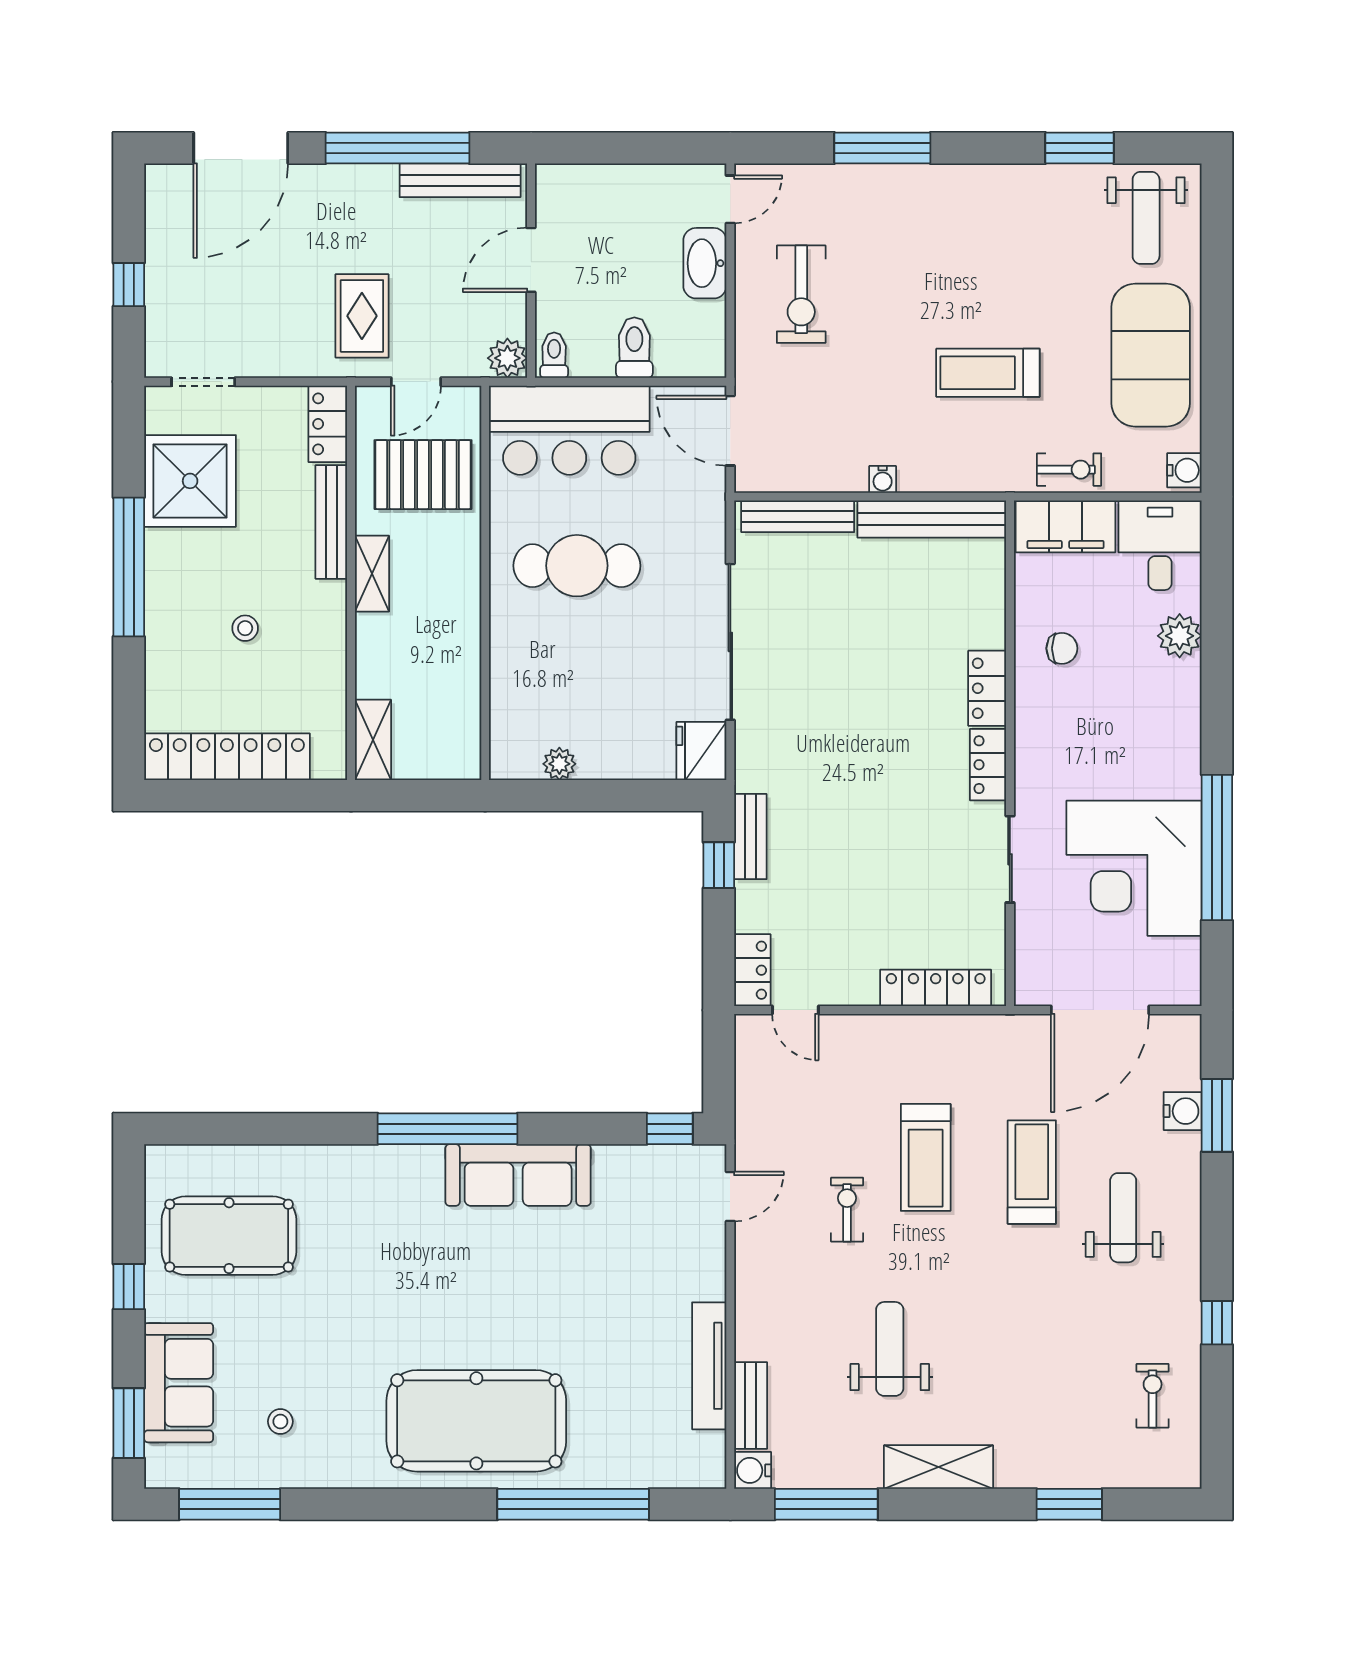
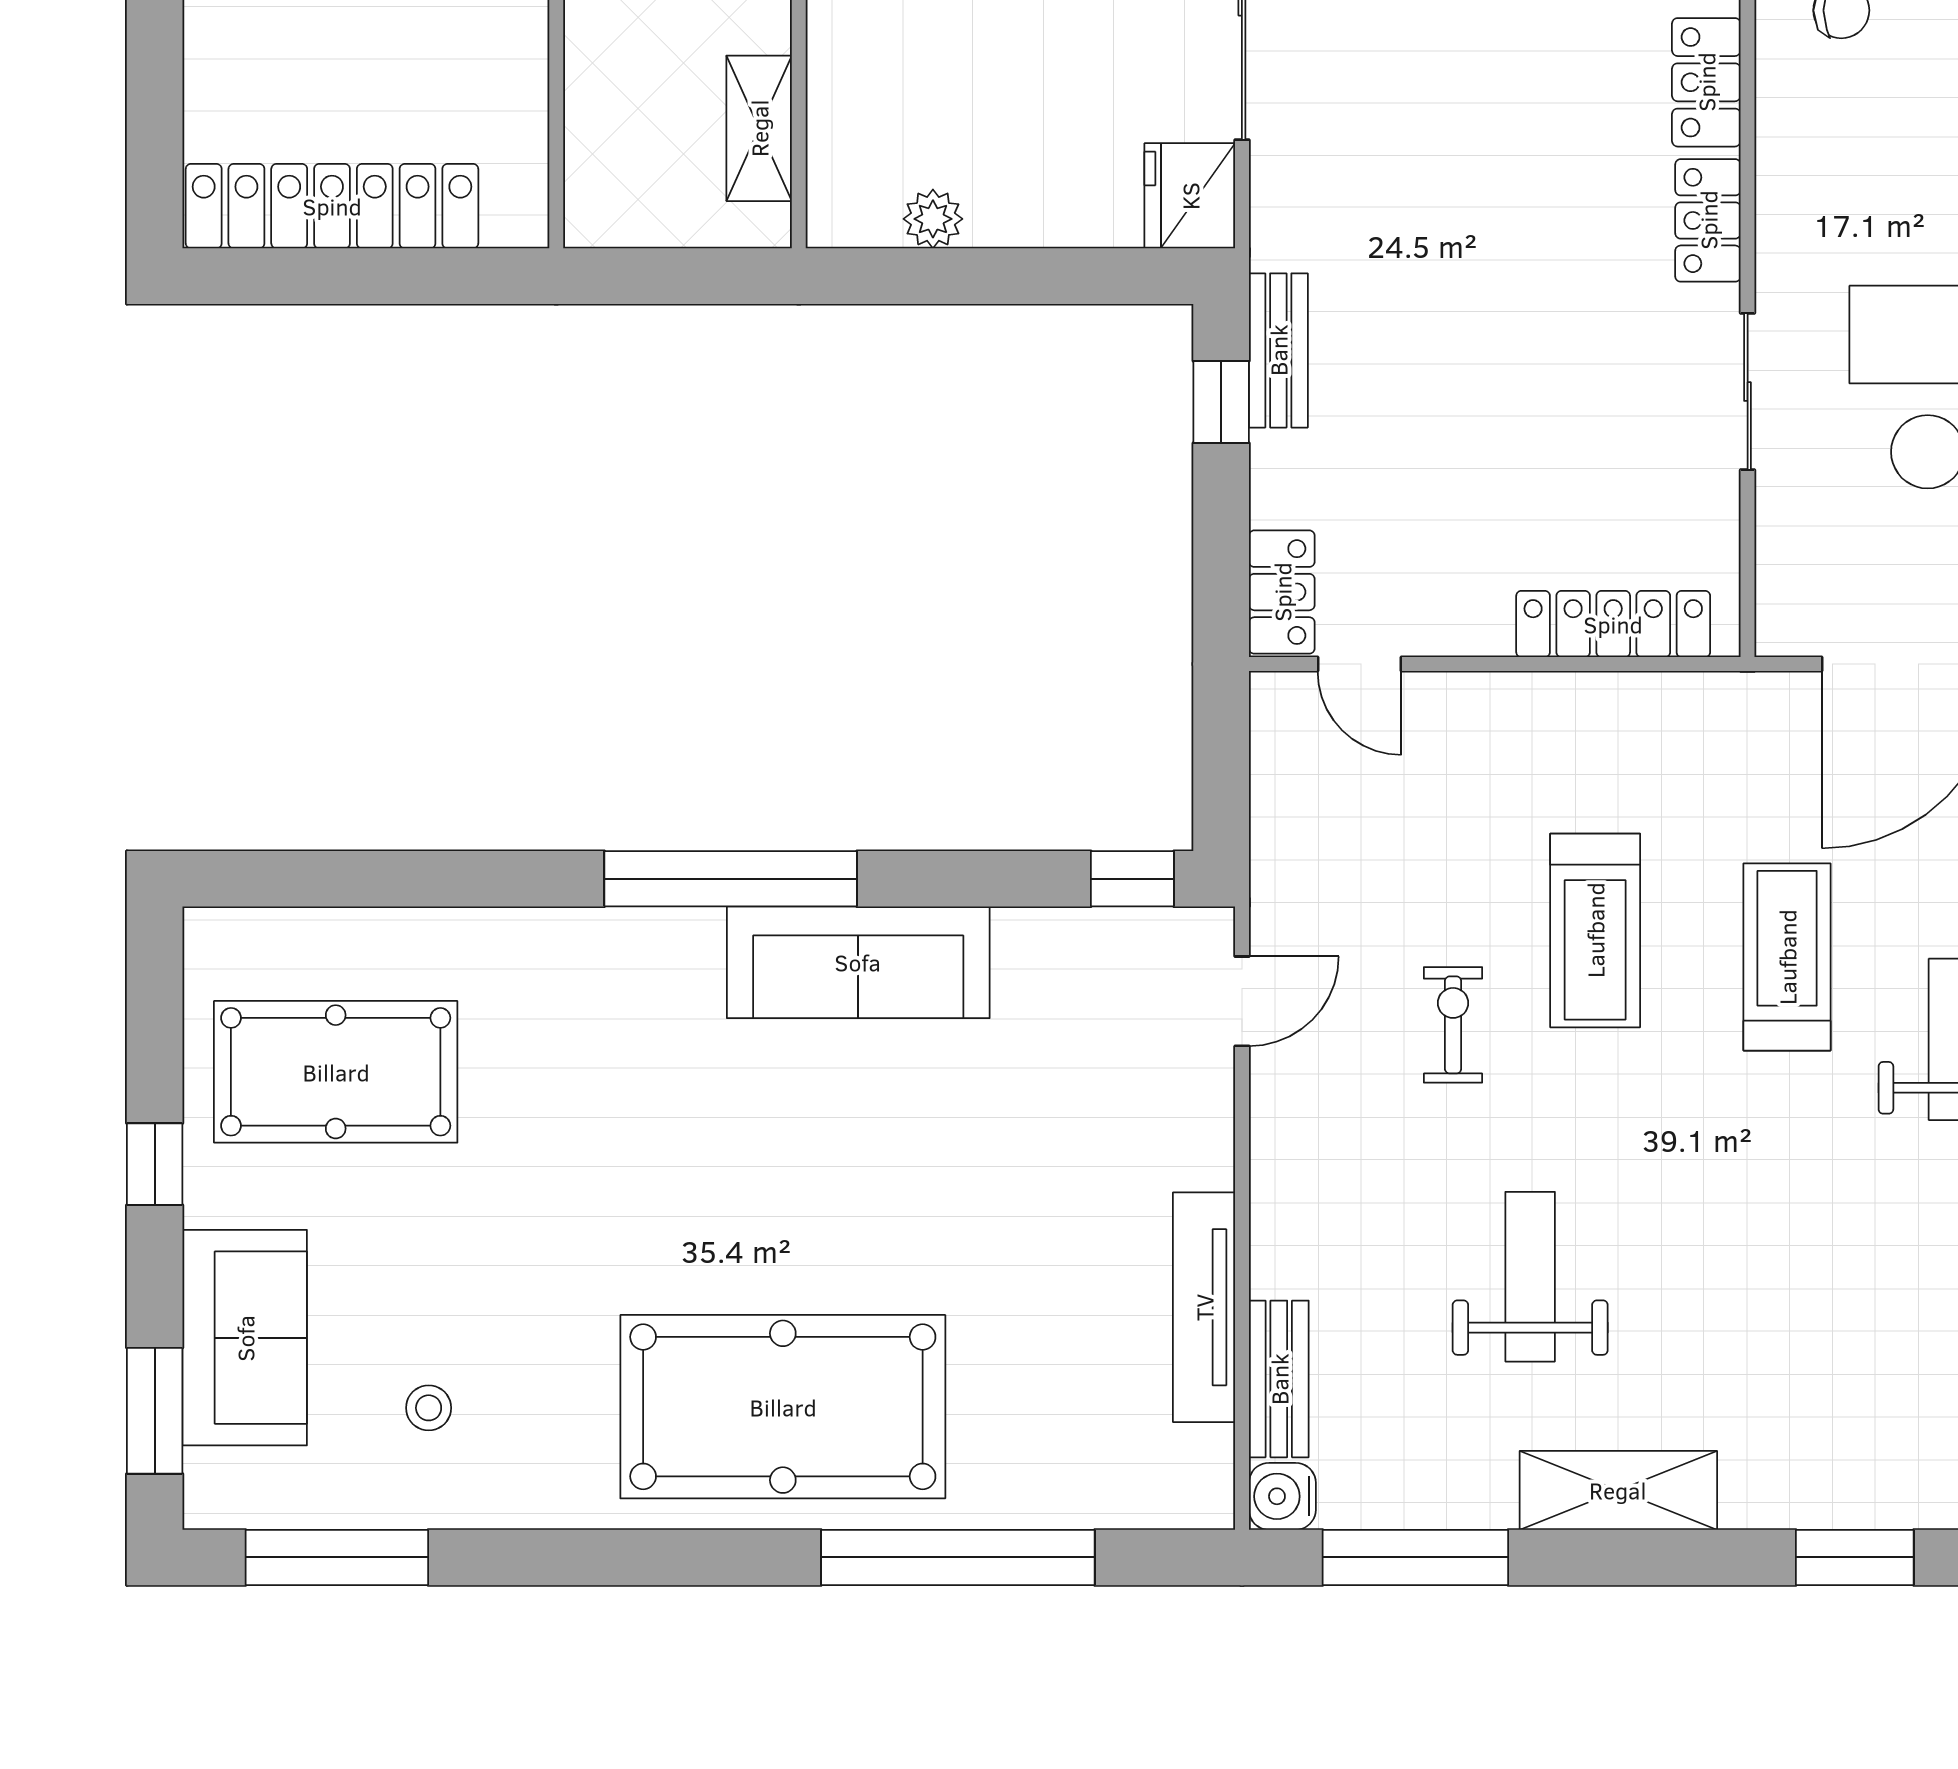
shelving: (373, 740) -> (759, 128), moved

